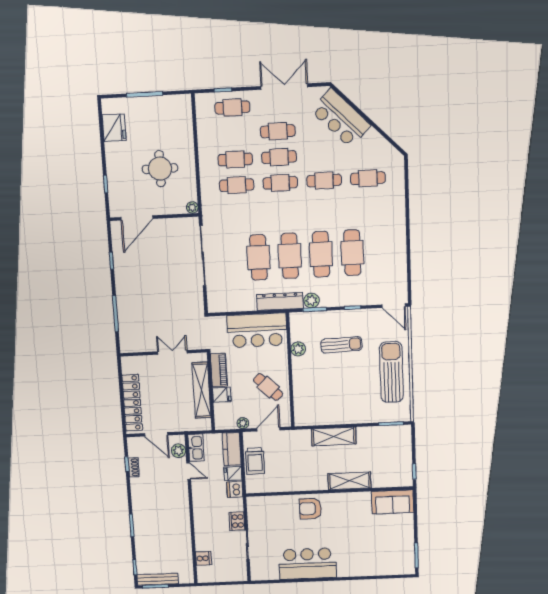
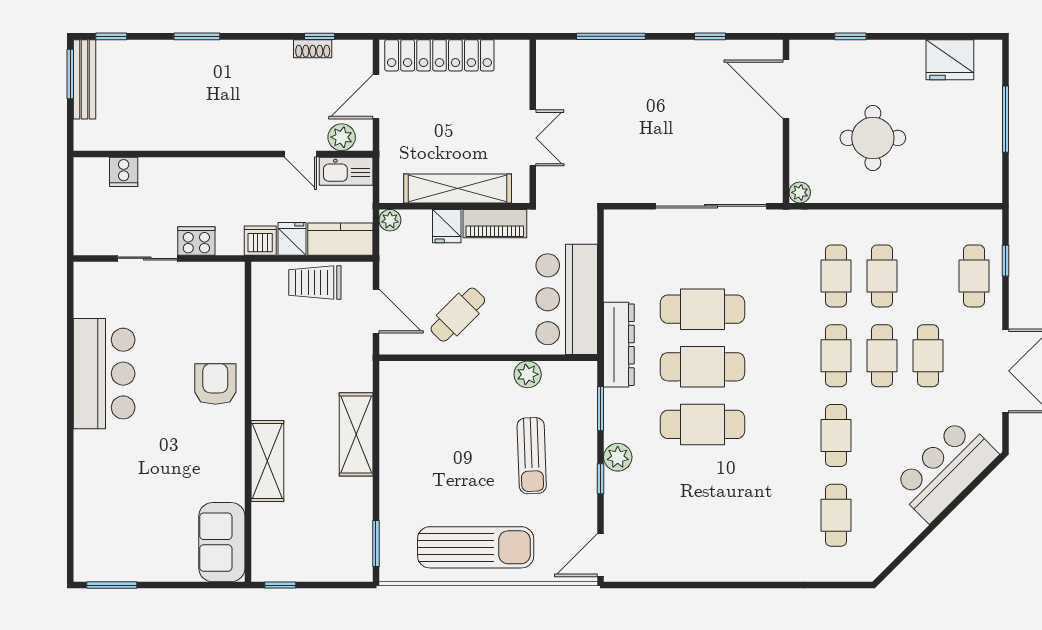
cafe table: (352, 253) -> (702, 482), removed
plant: (311, 300) -> (618, 457), moved
plant: (243, 423) -> (390, 220), moved
door: (189, 471) -> (300, 154), hinge flipped

